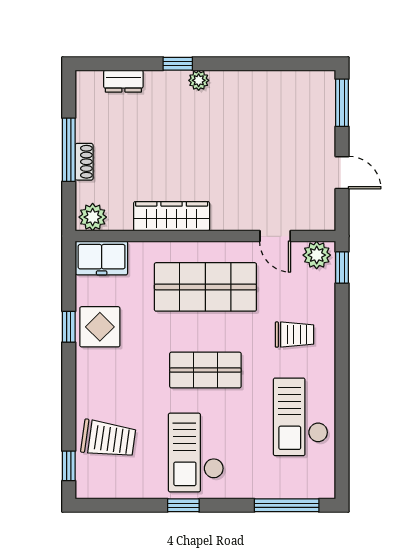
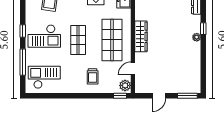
wardrobe: (172, 216) -> (141, 36), moved
checkout: (301, 417) -> (44, 77), moved
checkout: (196, 453) -> (44, 36), turned 180
window: (287, 505) -> (23, 62), moved

